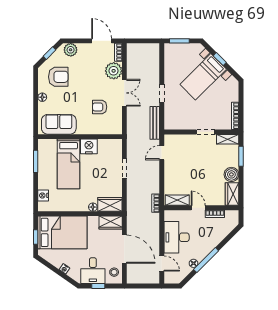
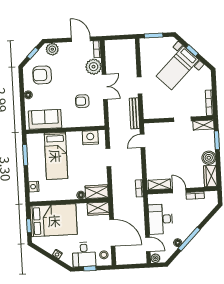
armchair: (58, 77) -> (42, 75), turned 180
nightstand: (89, 146) -> (90, 138), moved
plant: (169, 279) -> (155, 258), added

